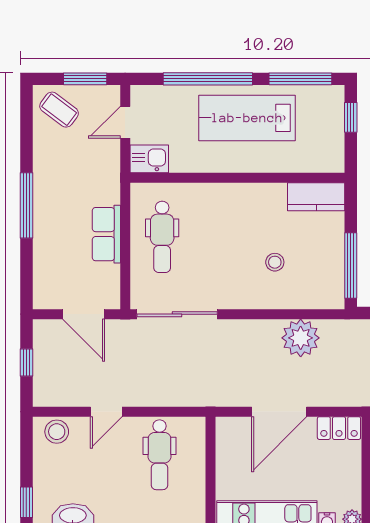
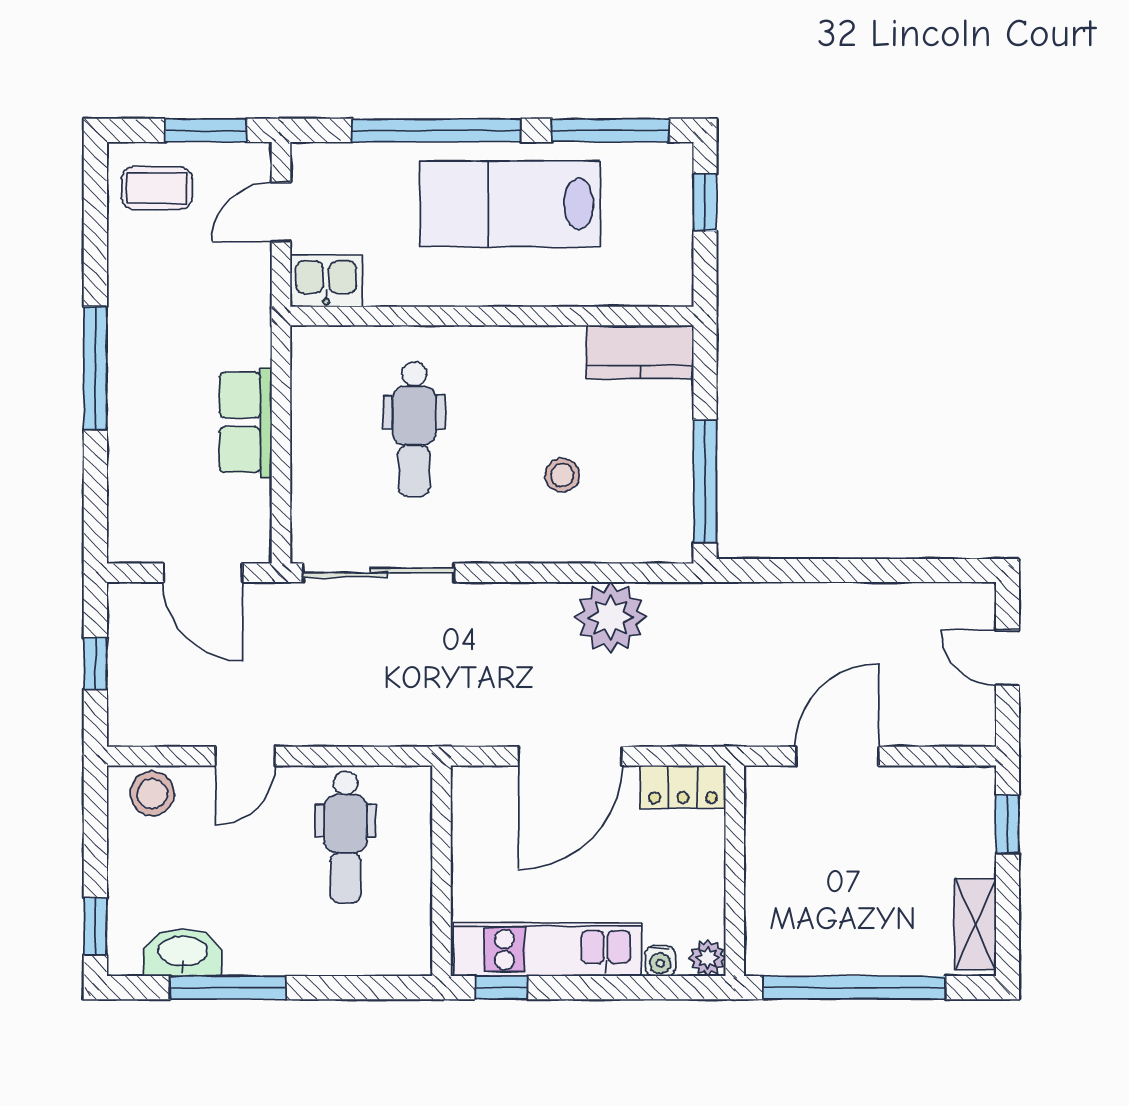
coffee table: (59, 110) -> (157, 188), turned -37
dental chair: (162, 237) -> (414, 429), moved

